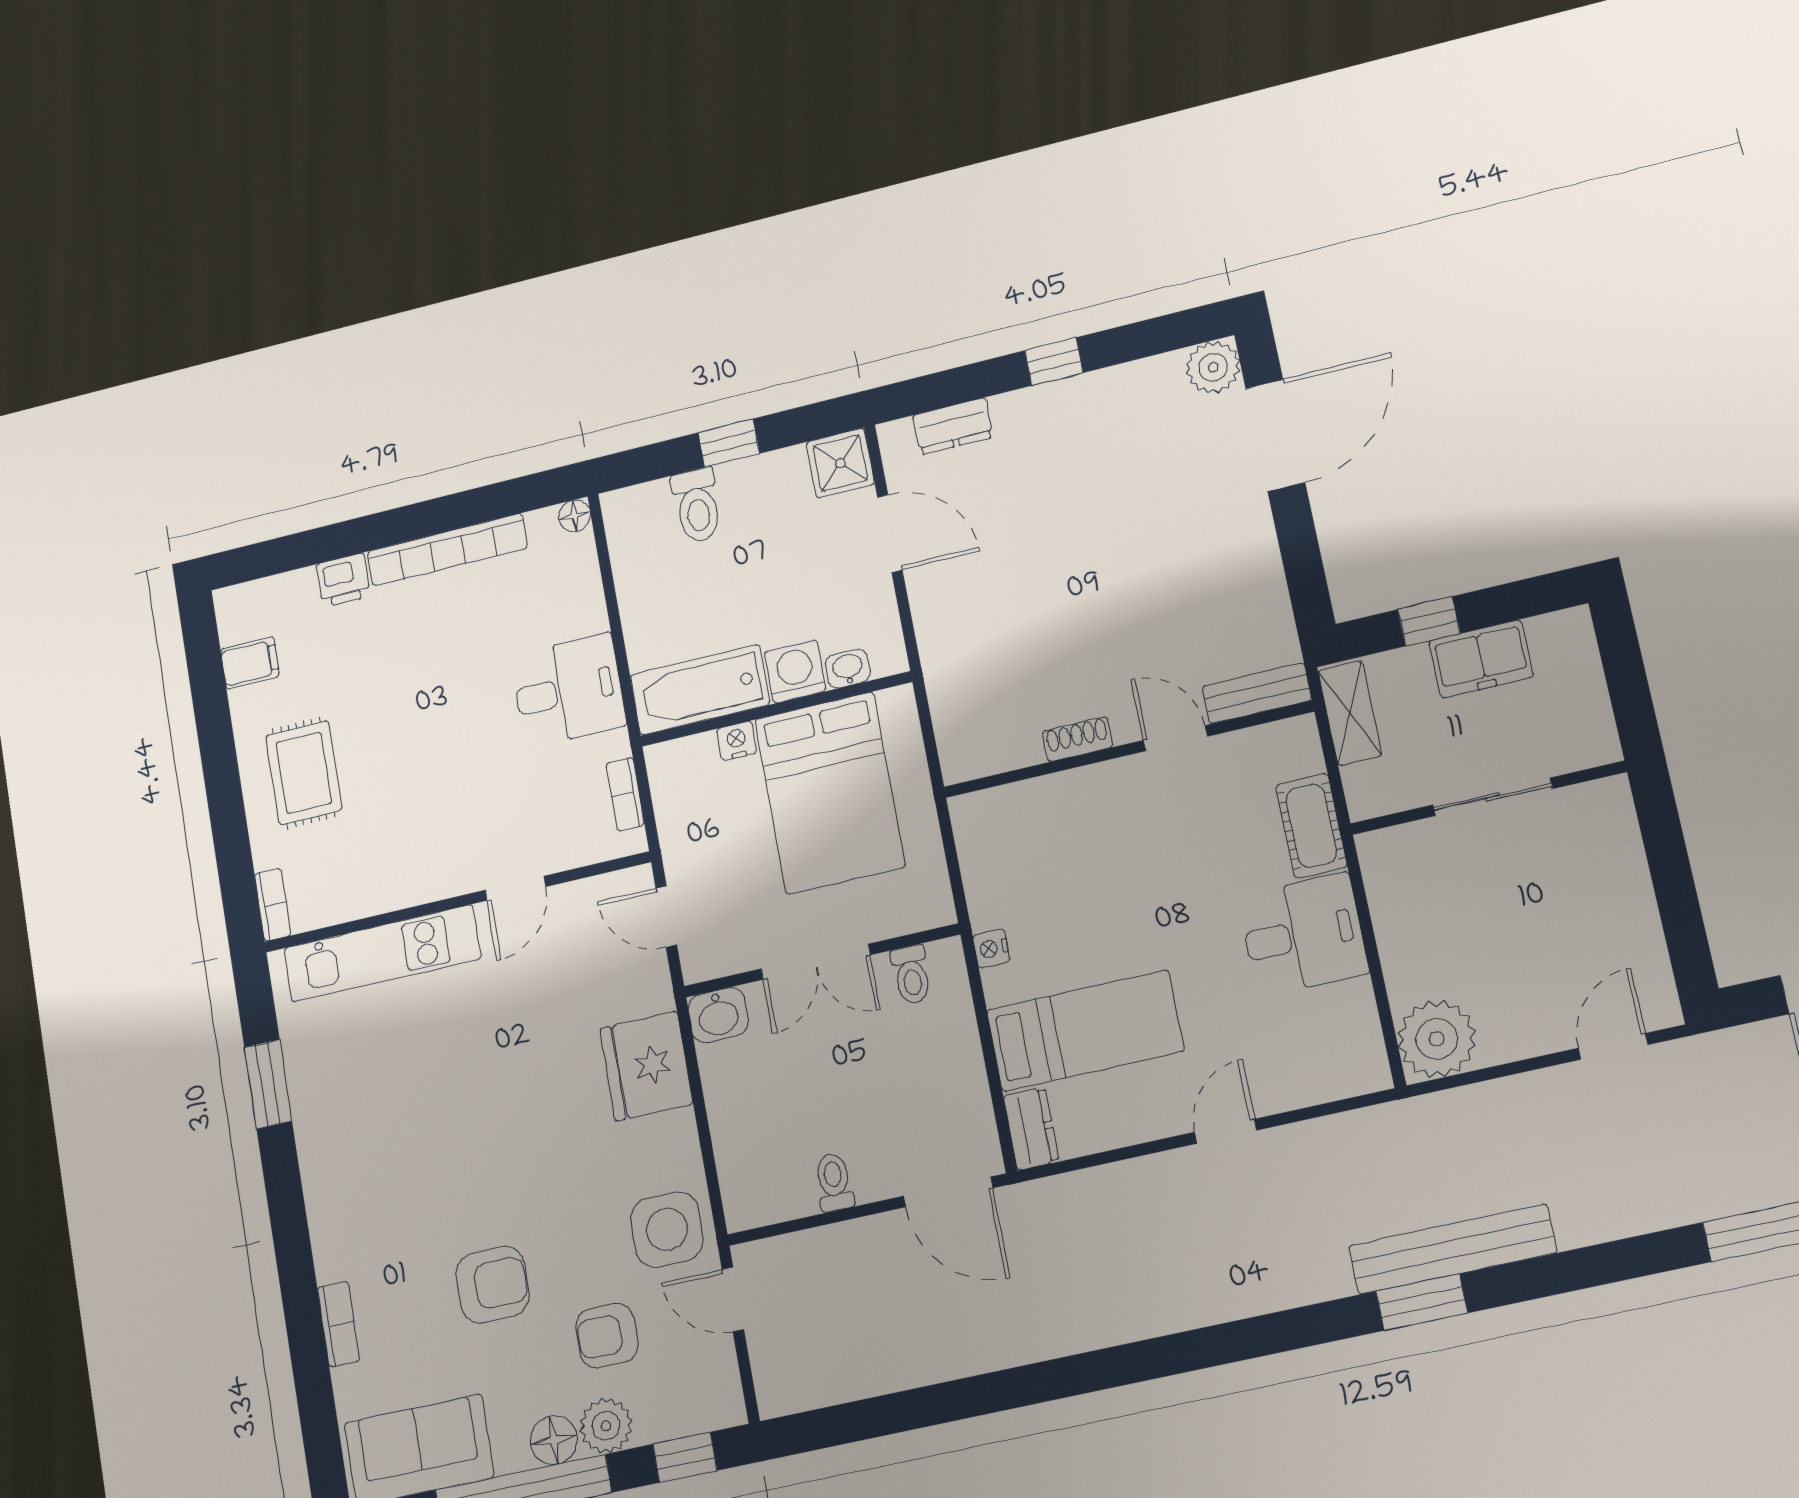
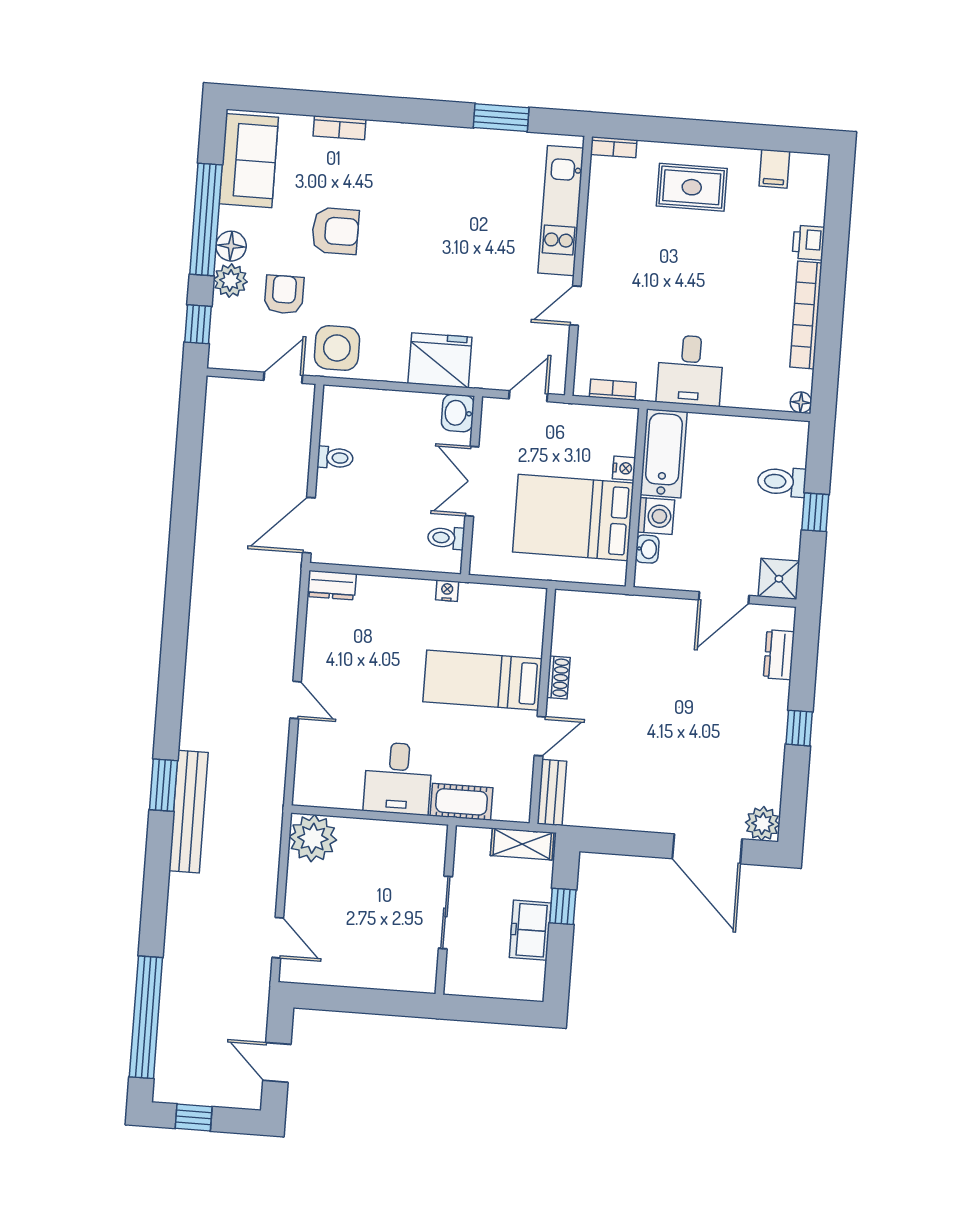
door: (515, 888) -> (575, 306), hinge flipped
bed: (1085, 1031) -> (483, 680), moved, turned 90
armchair: (493, 1285) -> (335, 231), turned -90

